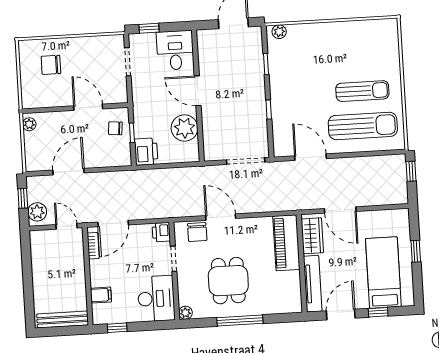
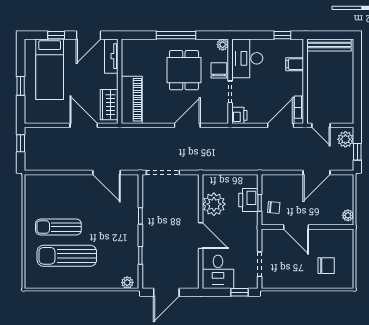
sun lounger: (363, 126) -> (67, 256), moved
printer: (146, 152) -> (248, 200), moved
window: (411, 171) -> (21, 143), moved
door: (221, 217) -> (187, 125), swing flipped
chair: (197, 232) -> (219, 70), moved
tv unit: (313, 284) -> (111, 56), width x0.71

